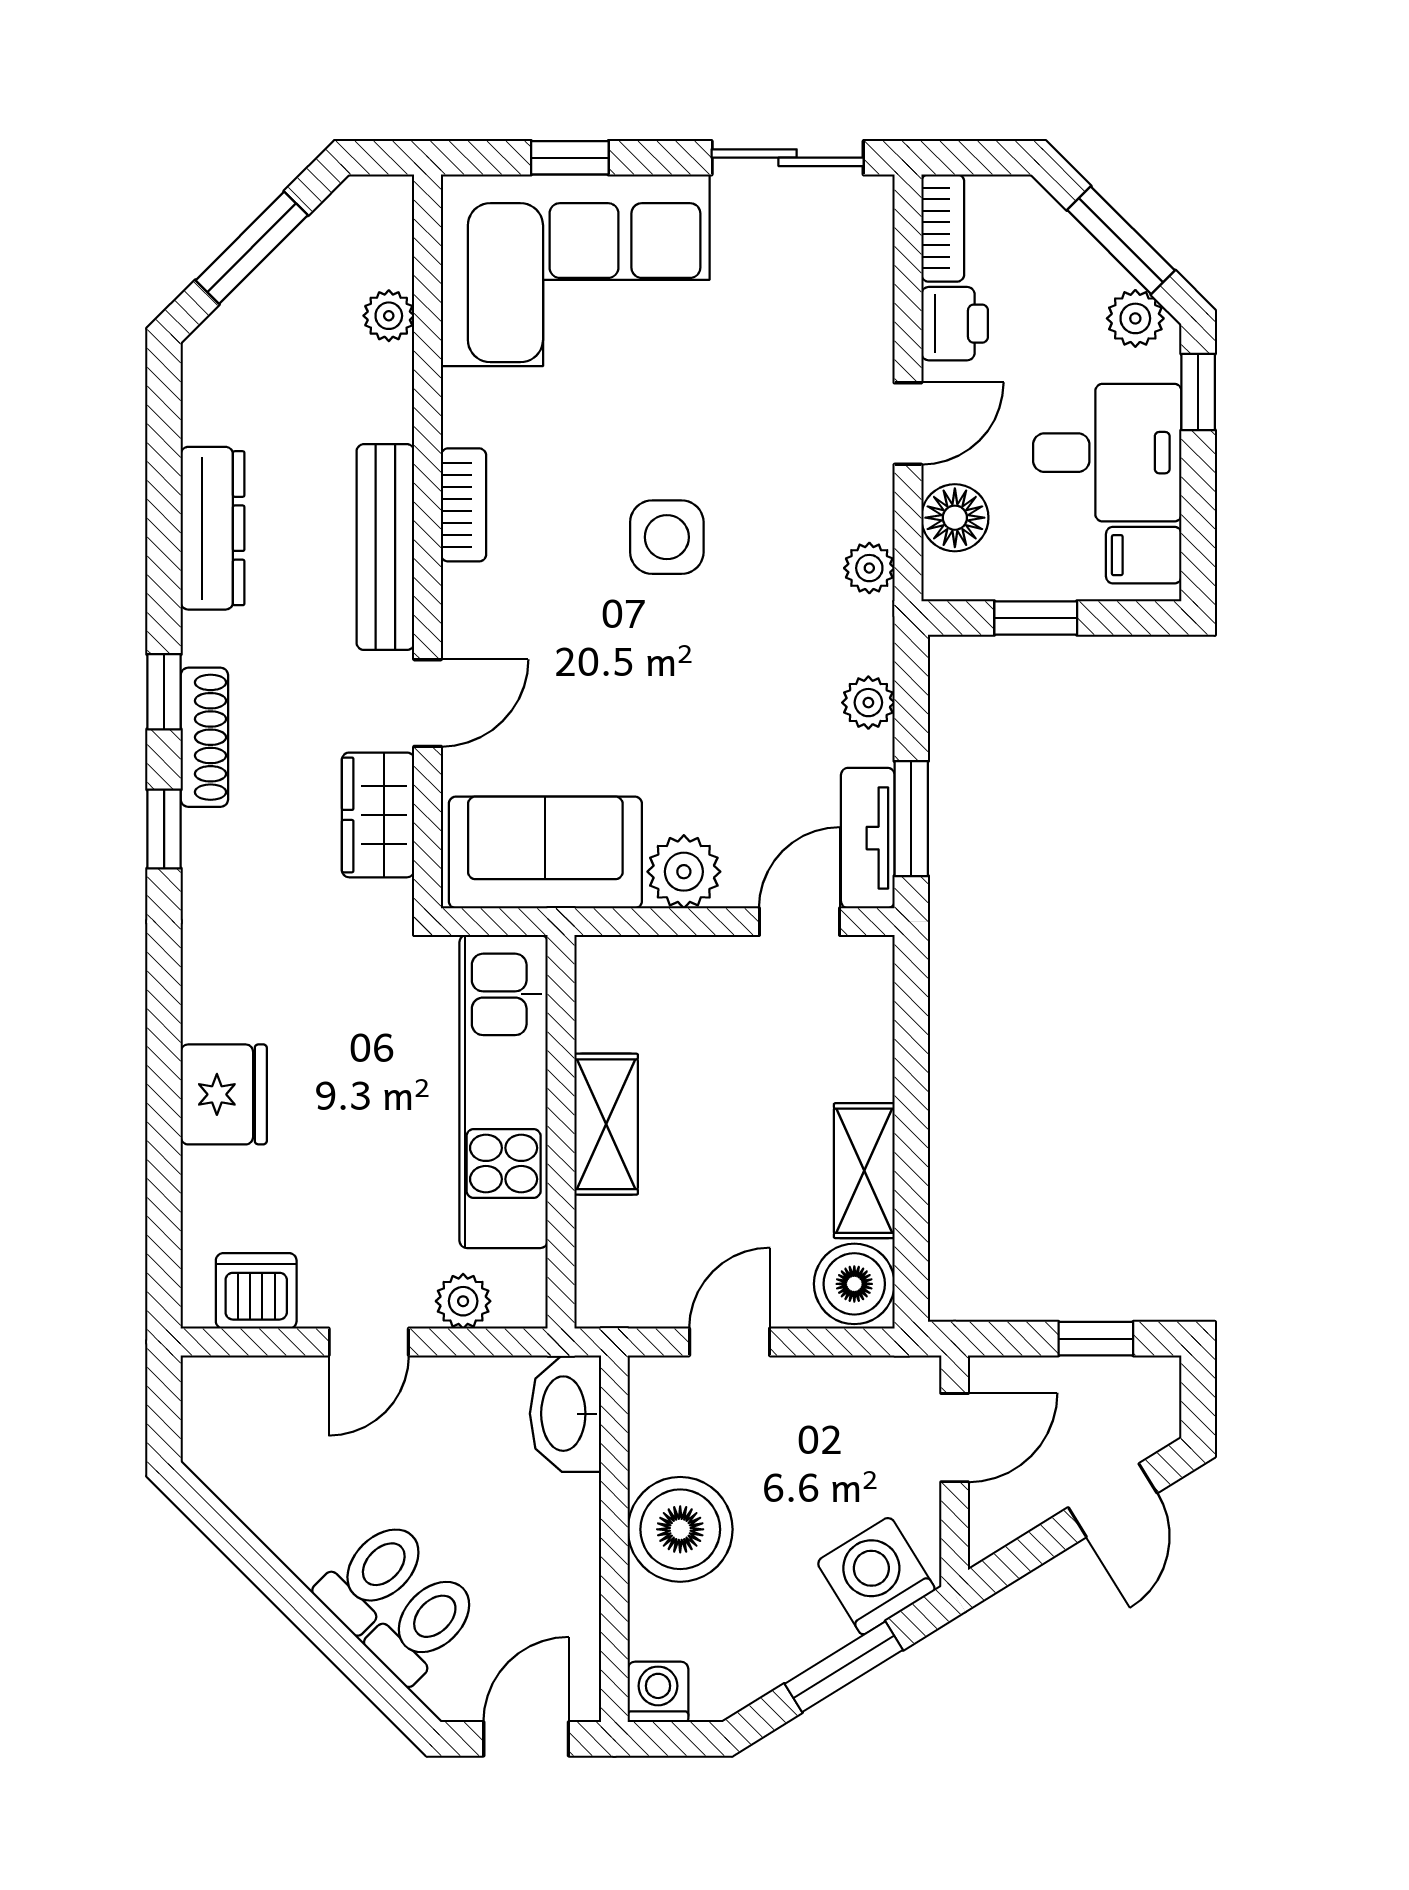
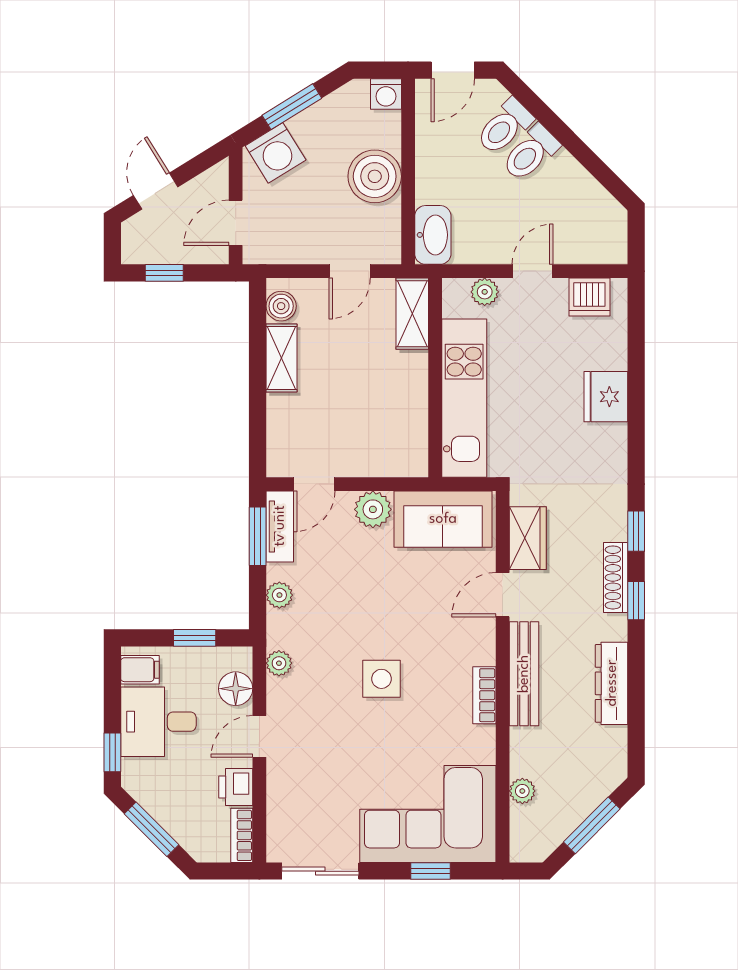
plant: (1135, 318) -> (144, 790), removed
shelving: (606, 1124) -> (412, 314), moved
boiler: (854, 1284) -> (281, 306), width x0.73, depth x0.73

